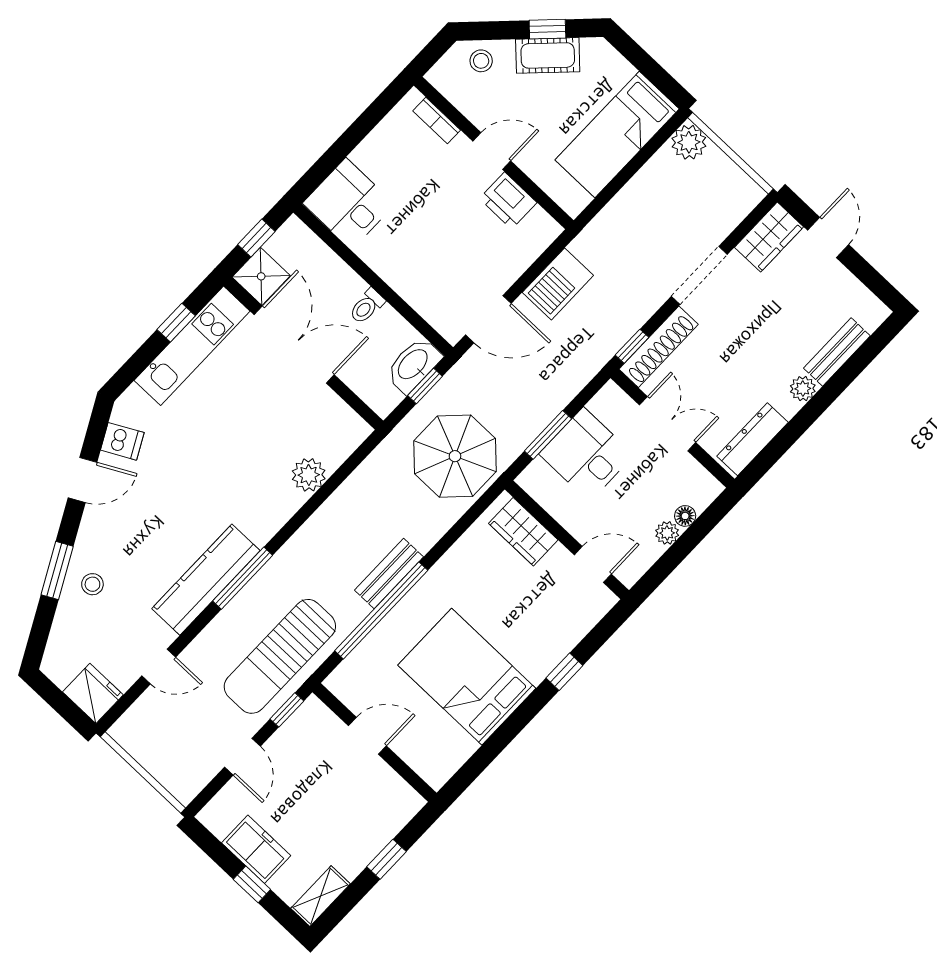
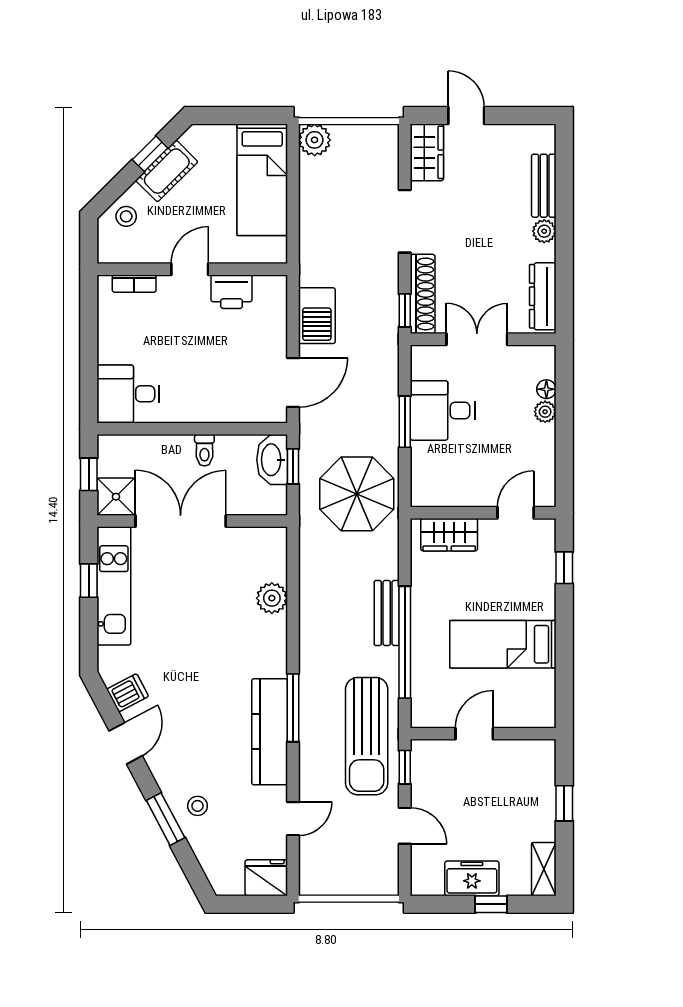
wardrobe: (523, 532) -> (449, 535), moved
wall: (567, 540) -> (483, 513), moved
door: (593, 564) -> (516, 513), moved
bed: (467, 677) -> (503, 644), width x0.67

